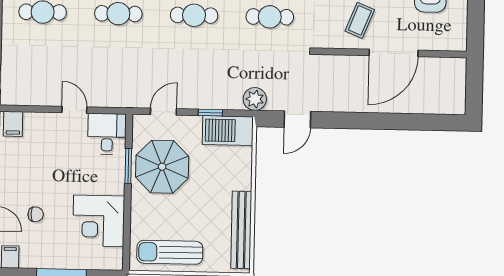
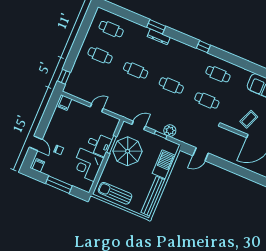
plant: (255, 99) -> (170, 131), moved
door: (74, 110) -> (97, 108), hinge flipped
barbecue: (228, 130) -> (164, 164), moved, turned 90
desk: (107, 134) -> (99, 144), moved, turned 90

